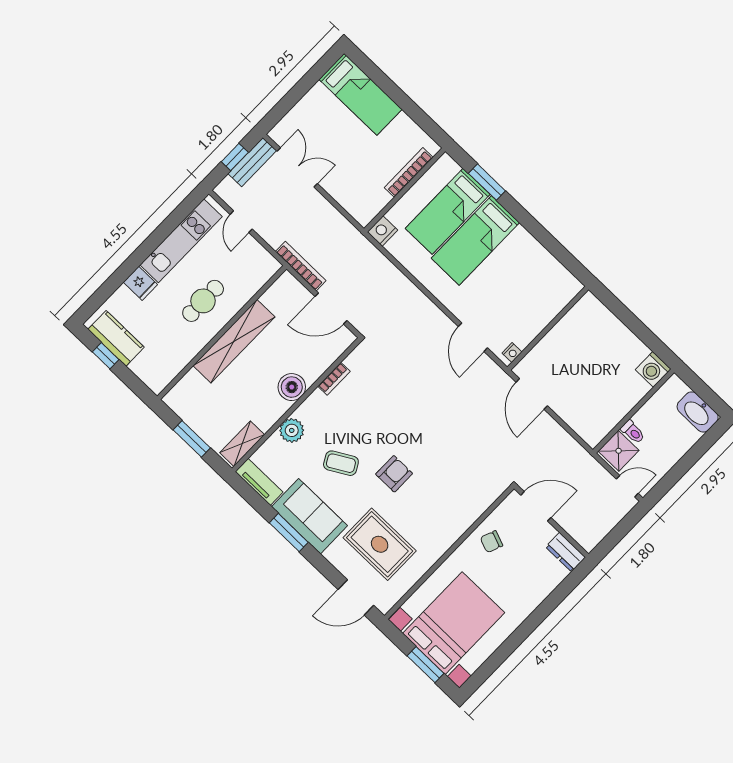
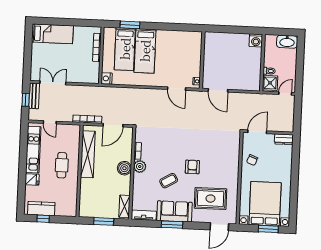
shelving: (234, 341) -> (88, 154), moved
plant: (292, 430) -> (140, 167), moved

